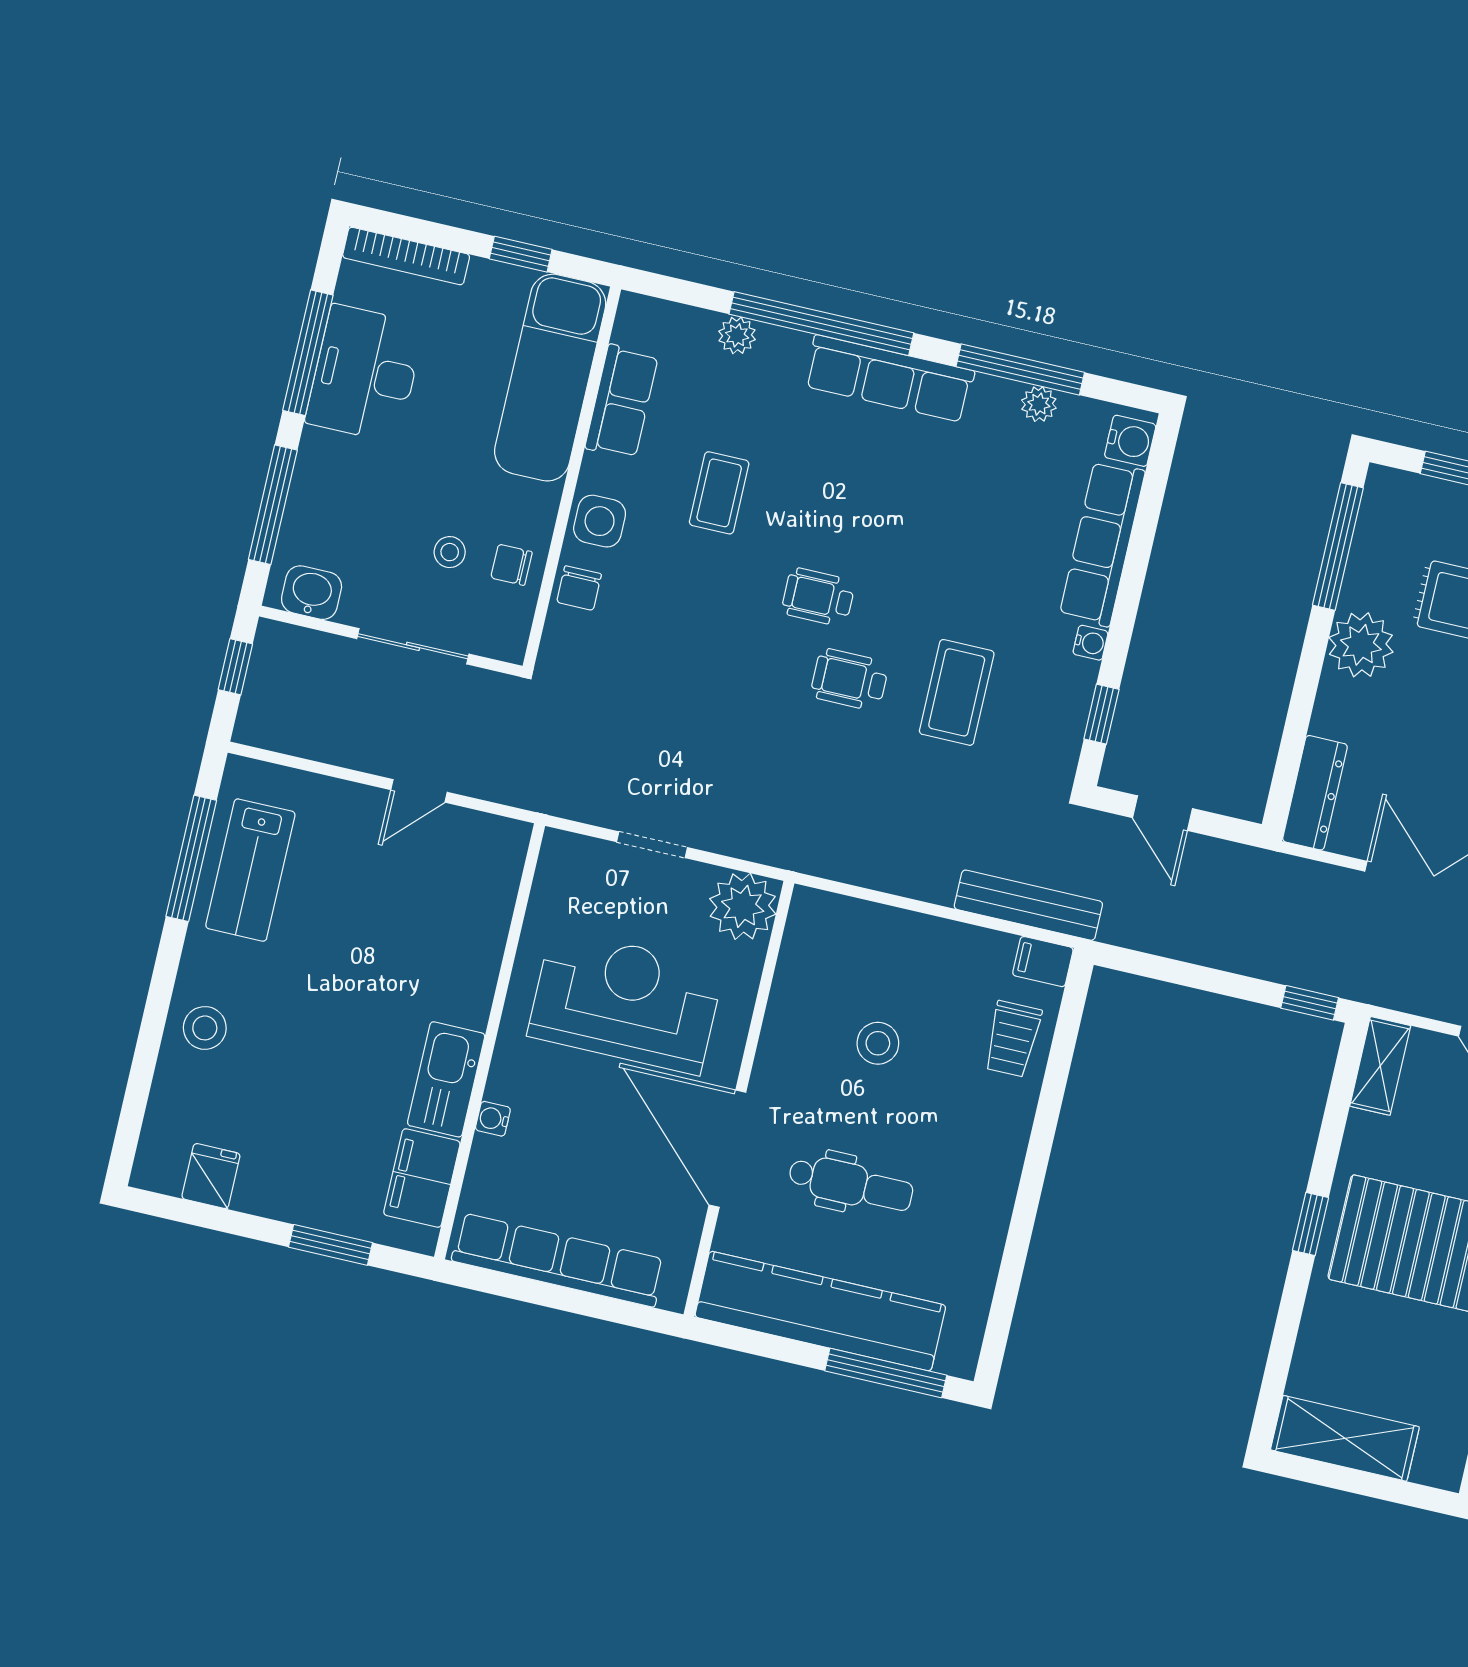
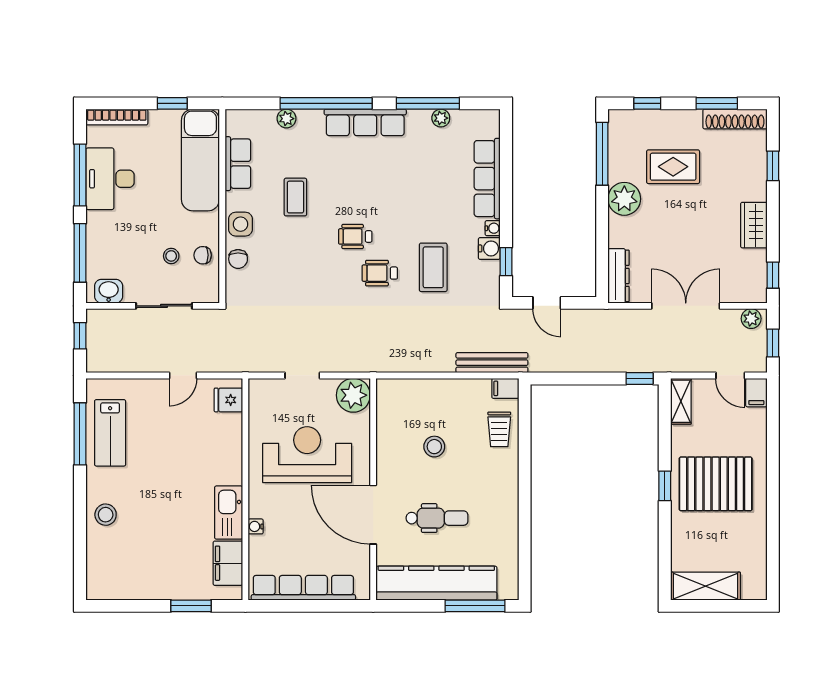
water cooler: (1130, 441) -> (489, 248), moved
fridge: (211, 1176) -> (228, 400), moved, turned -90

